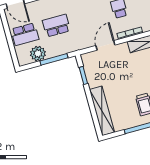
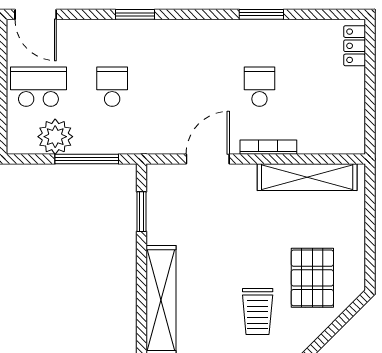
school desk: (56, 26) -> (112, 87), width x0.54
school desk: (25, 34) -> (38, 87), turned 180

